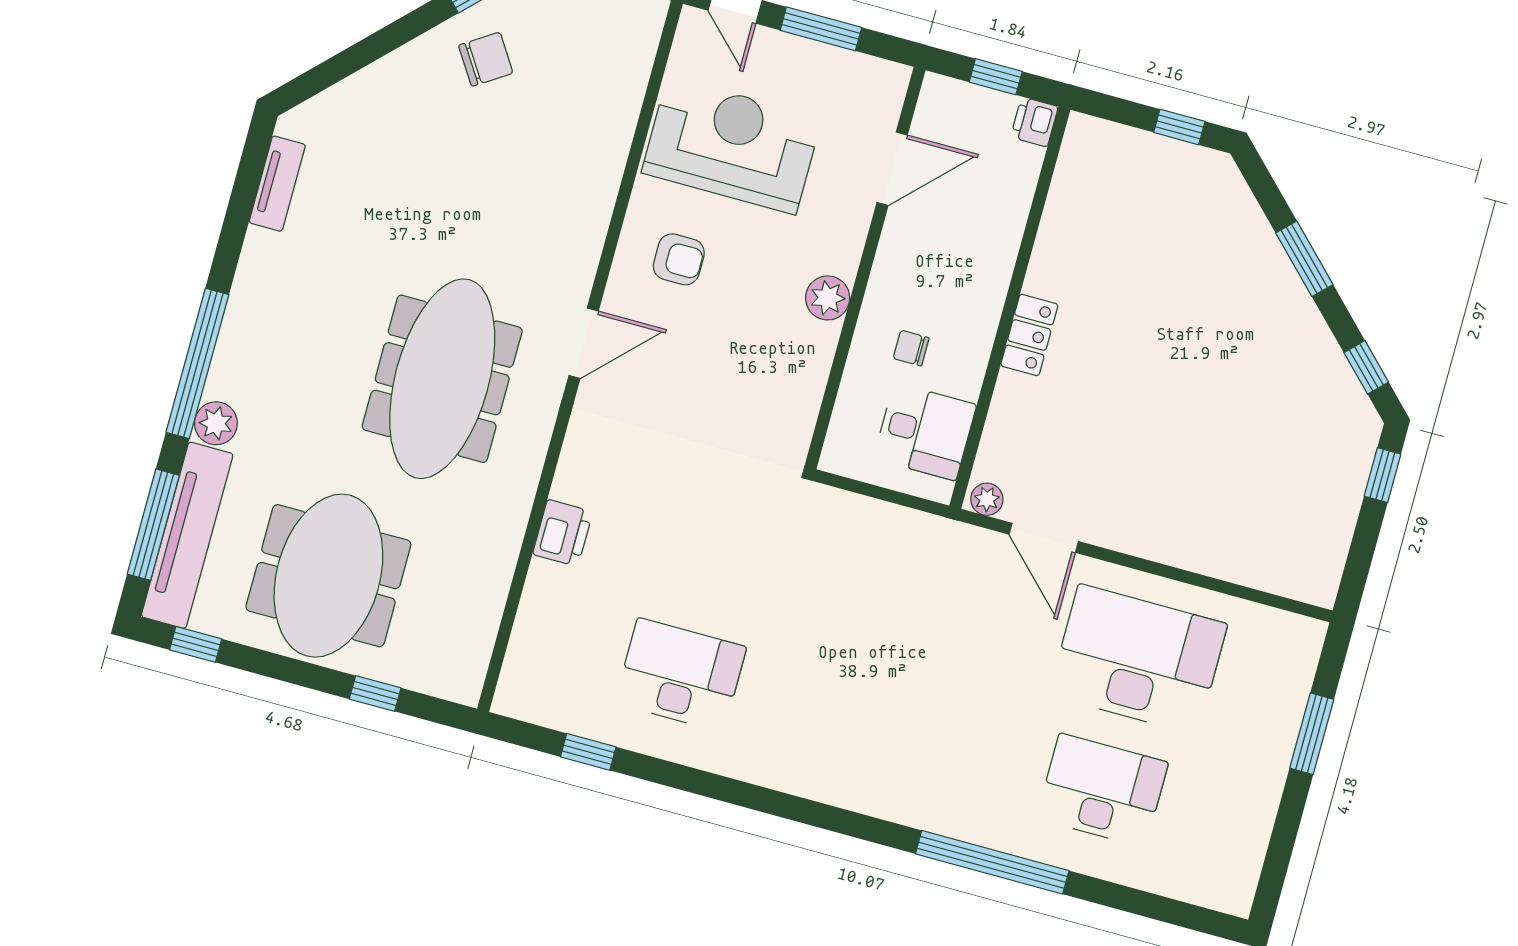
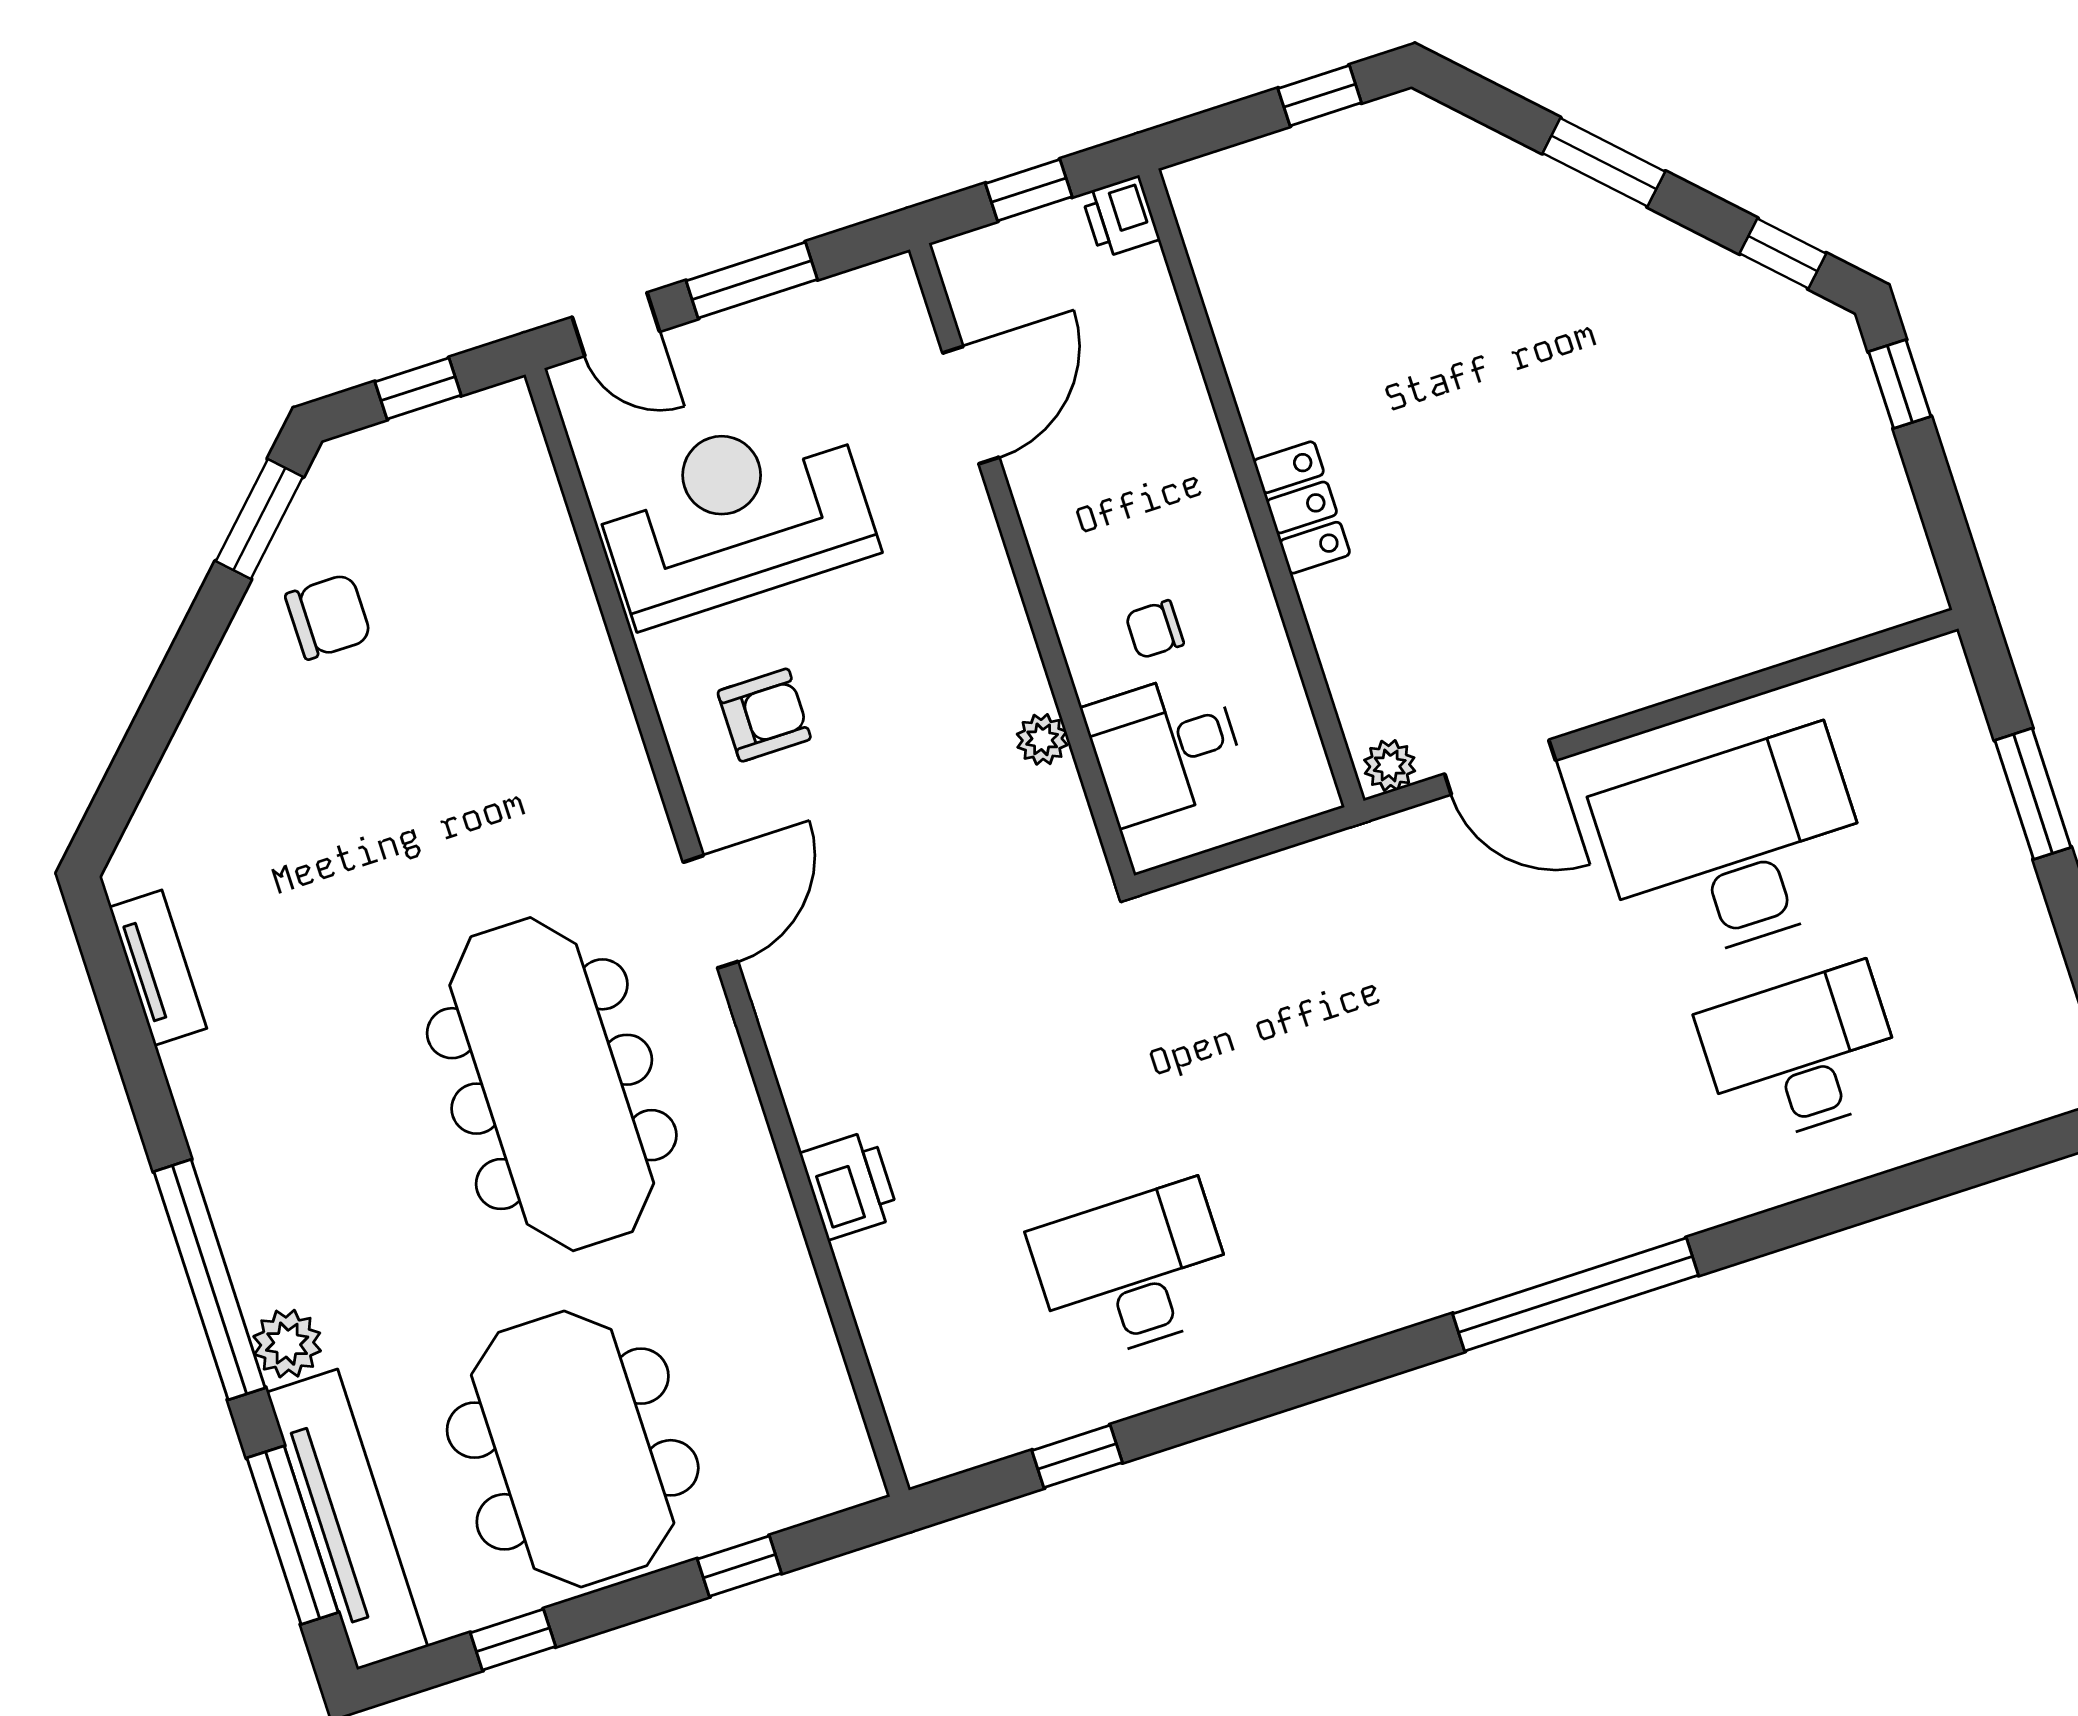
chair: (486, 59) -> (328, 617), turned 33
plant: (828, 298) -> (1042, 739), moved, width x0.73, depth x0.73
desk: (925, 432) -> (1165, 747), moved, turned 180
window: (196, 644) -> (513, 1640), moved
window: (992, 862) -> (1576, 1294), moved

